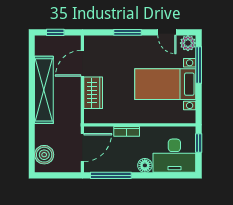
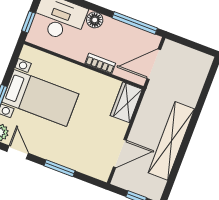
wardrobe: (93, 93) -> (126, 102), moved
boiler: (44, 155) -> (197, 72), removed

